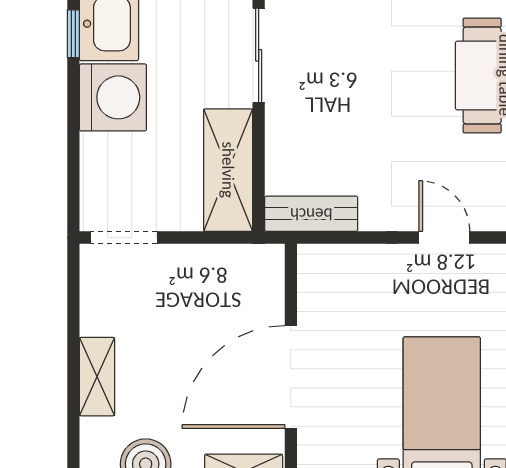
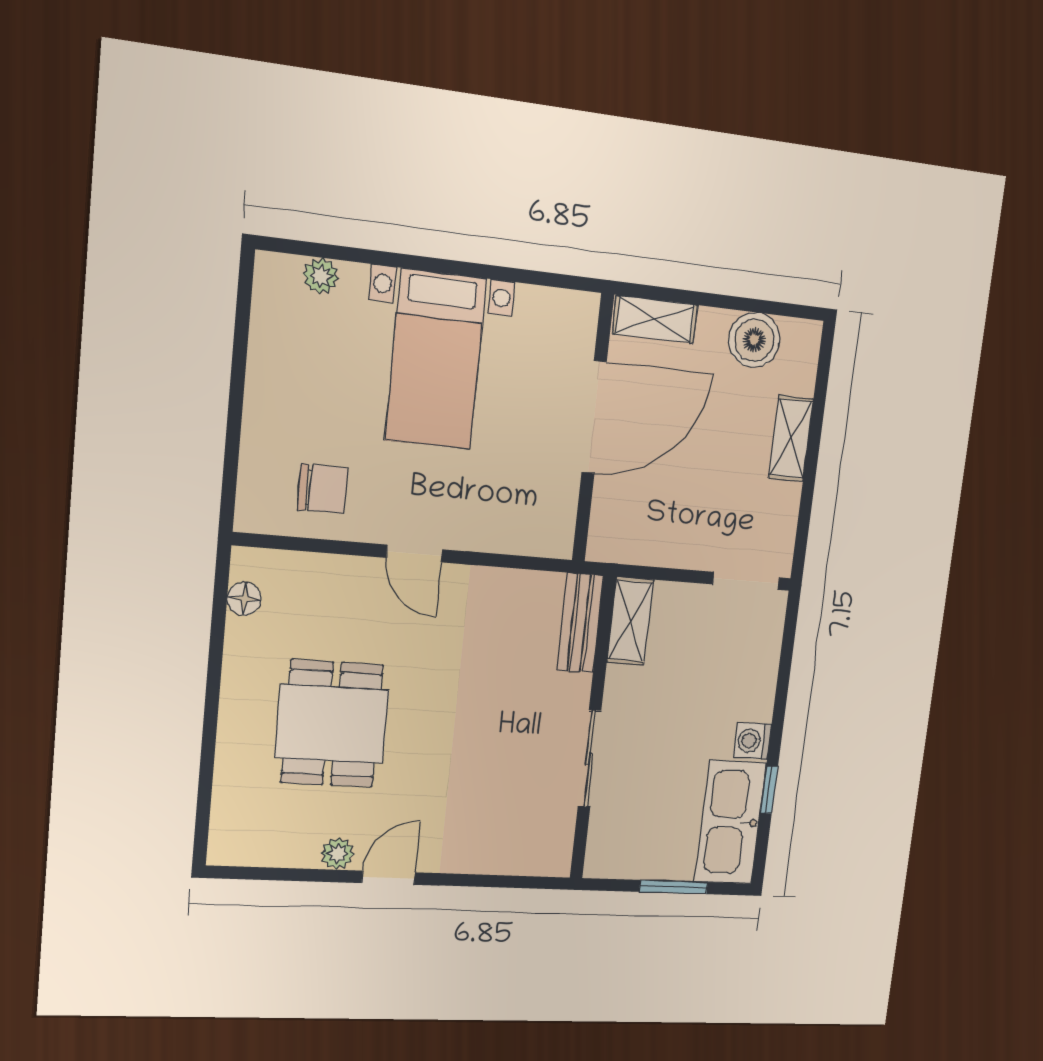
washing machine: (113, 97) -> (752, 741), width x0.53, depth x0.53
shelving: (228, 170) -> (630, 621), width x0.67, depth x0.75
bench: (311, 214) -> (580, 623), moved, turned 90

